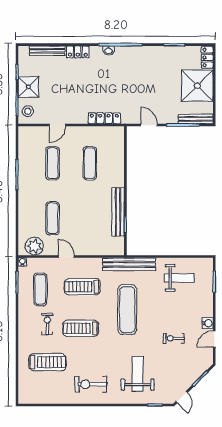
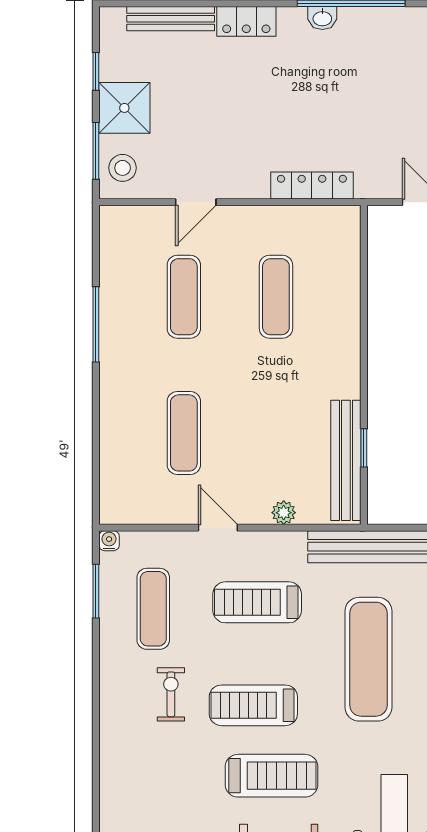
bench: (118, 212) -> (346, 460), moved
plant: (34, 246) -> (284, 513), moved, width x0.53, depth x0.53
treadmill: (47, 362) -> (271, 776), moved

